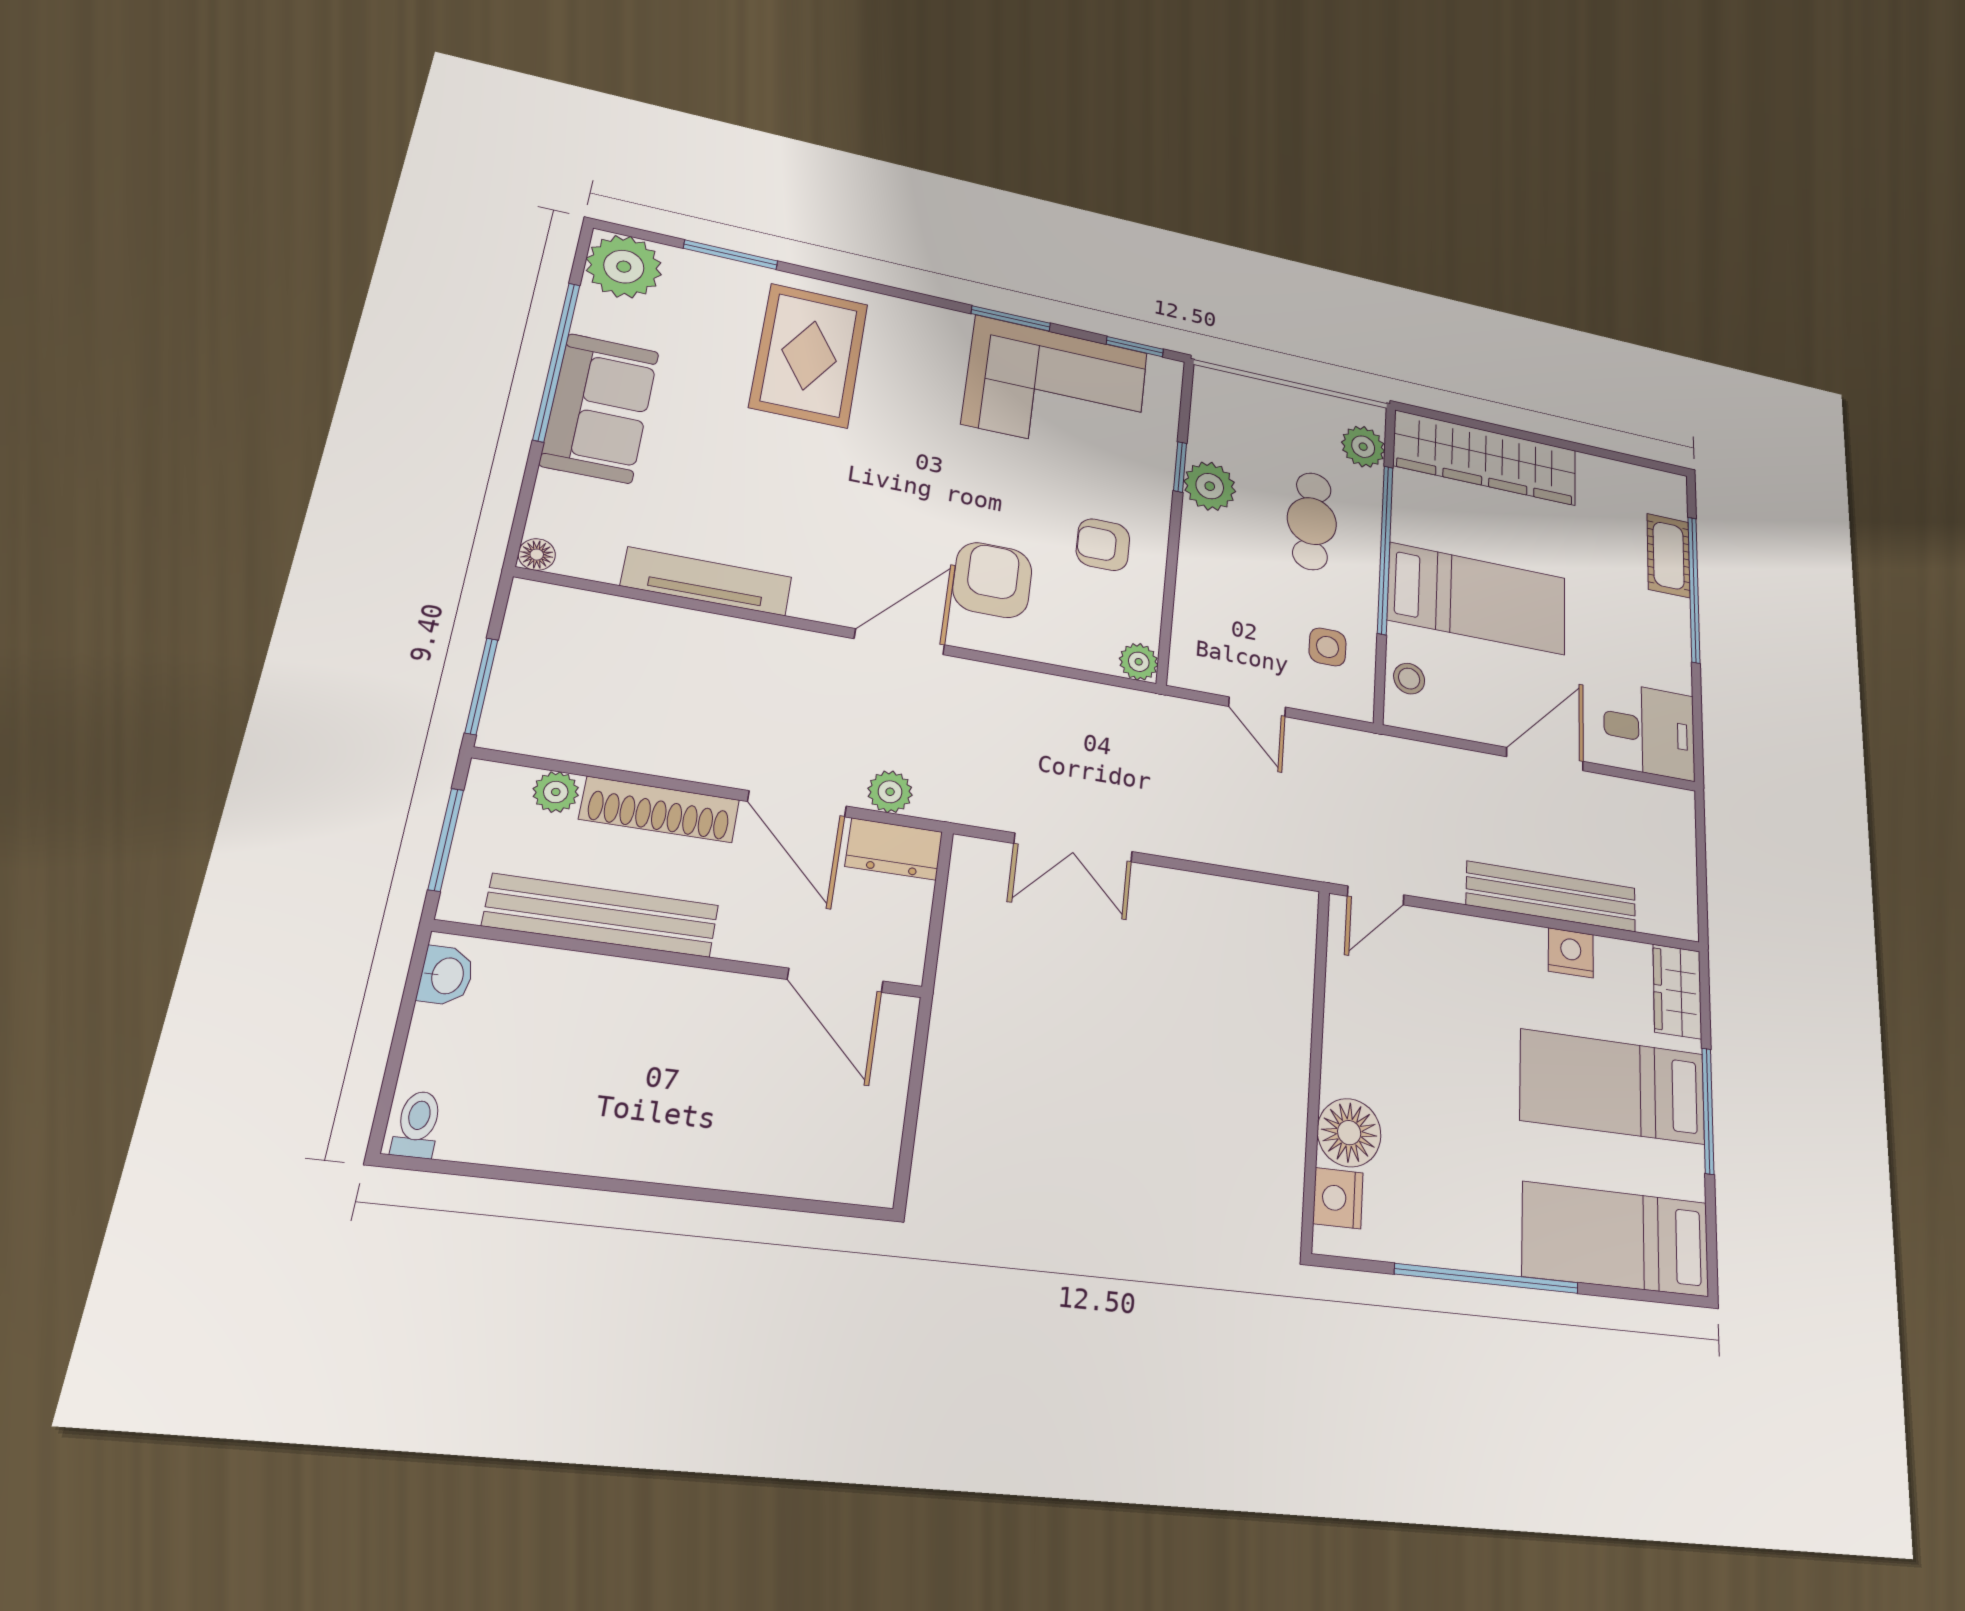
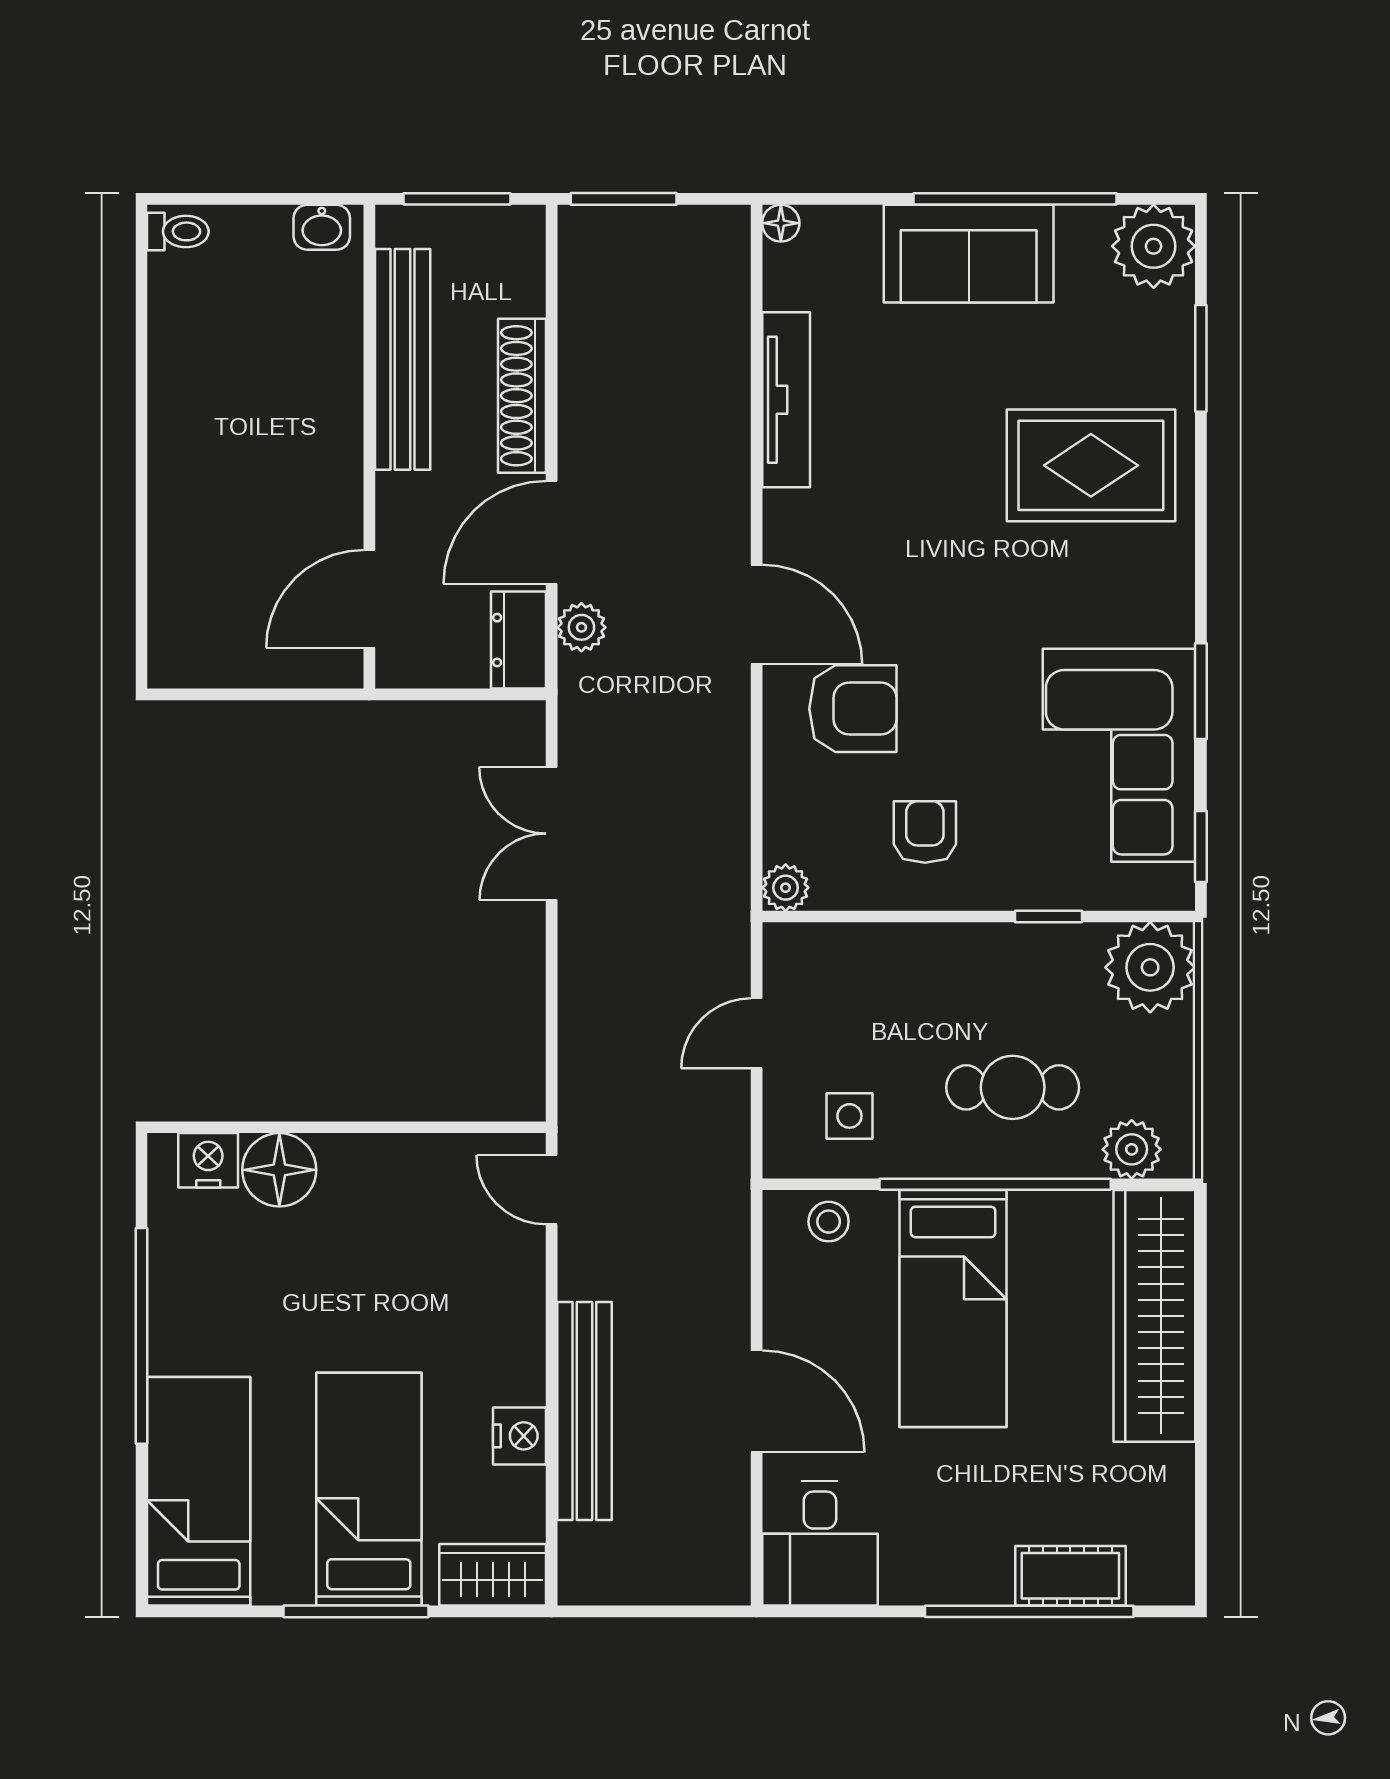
plant: (1210, 486) -> (1150, 967), moved, width x1.36, depth x1.36
plant: (556, 792) -> (524, 292), removed

